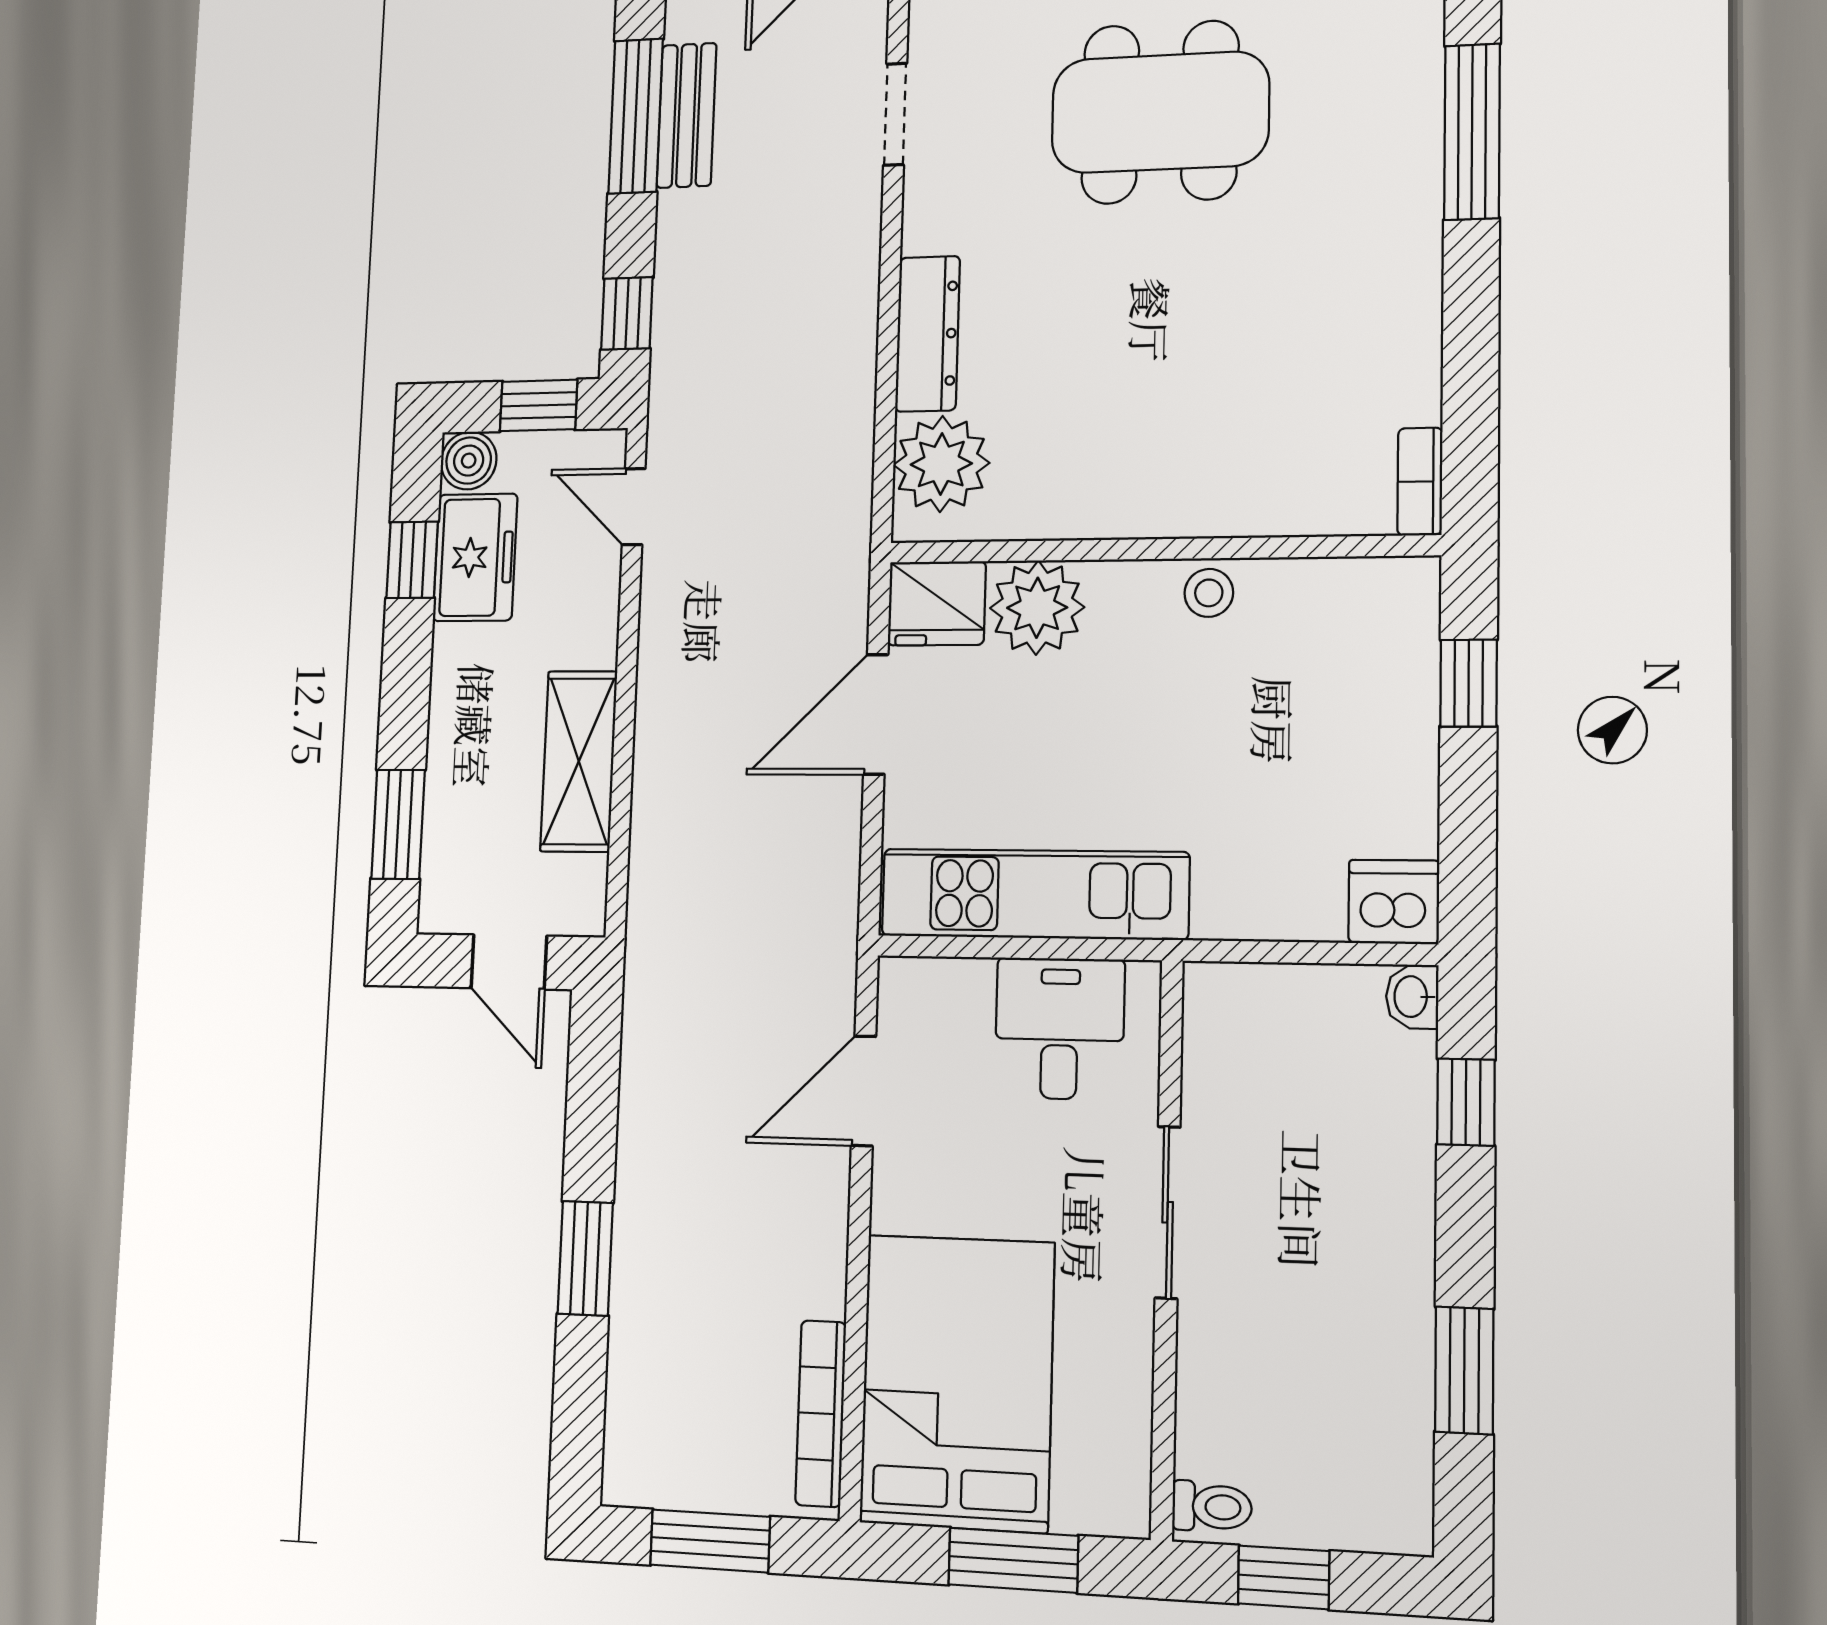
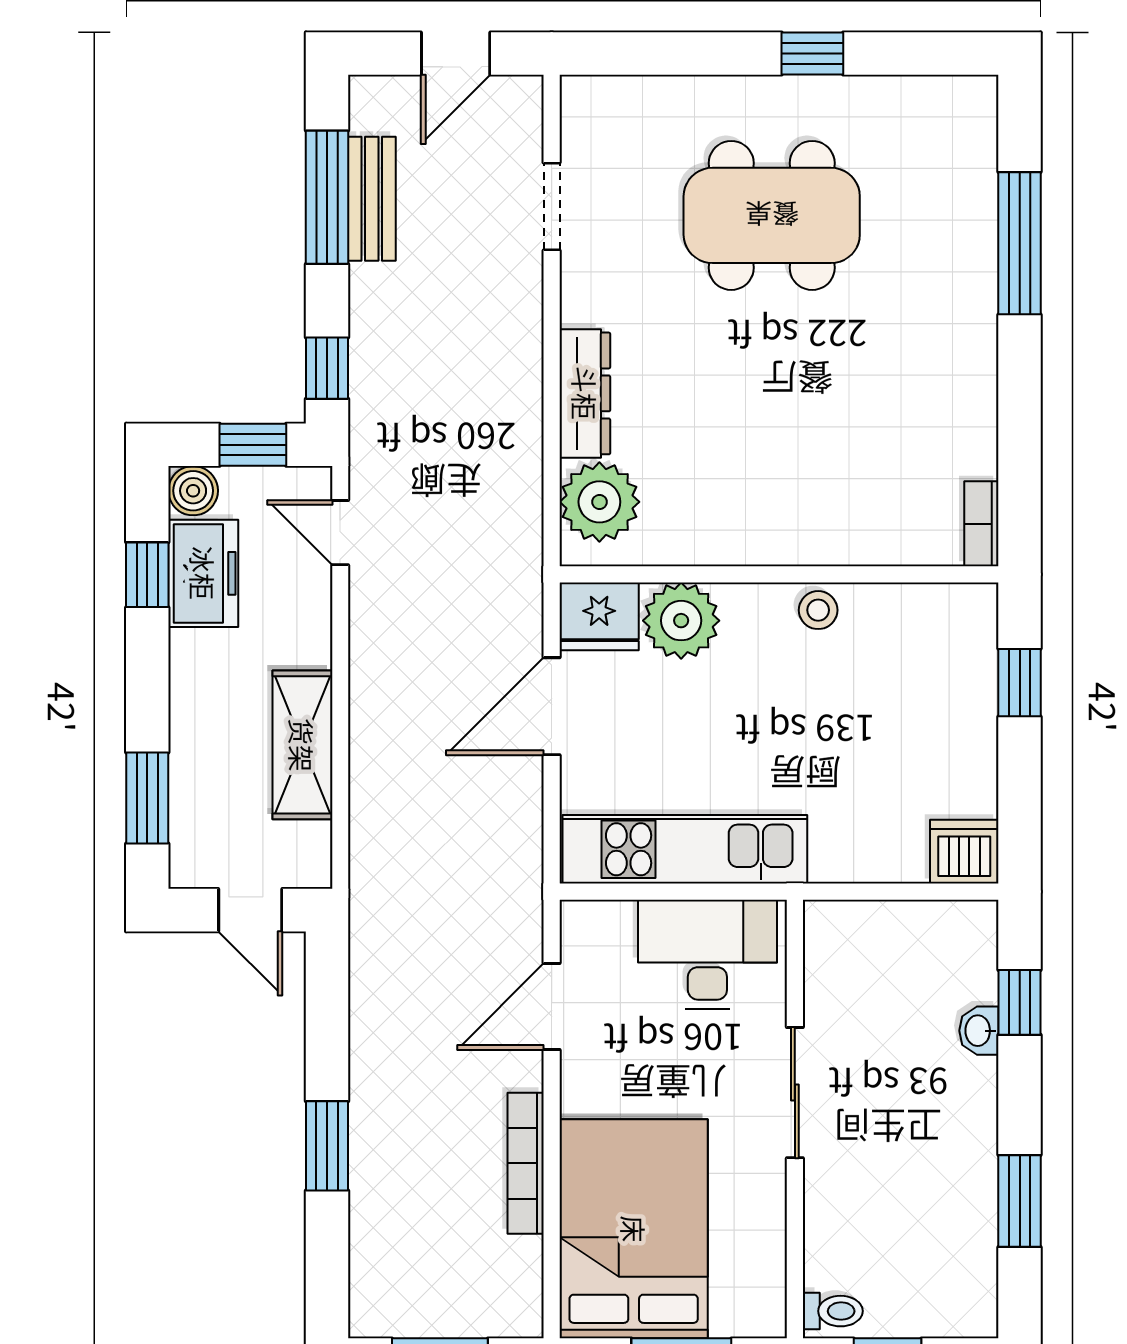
washbasin: (1412, 997) -> (979, 1031), moved
desk: (1060, 1028) -> (707, 954), width x1.37
bookcase: (821, 1413) -> (526, 1163), moved

